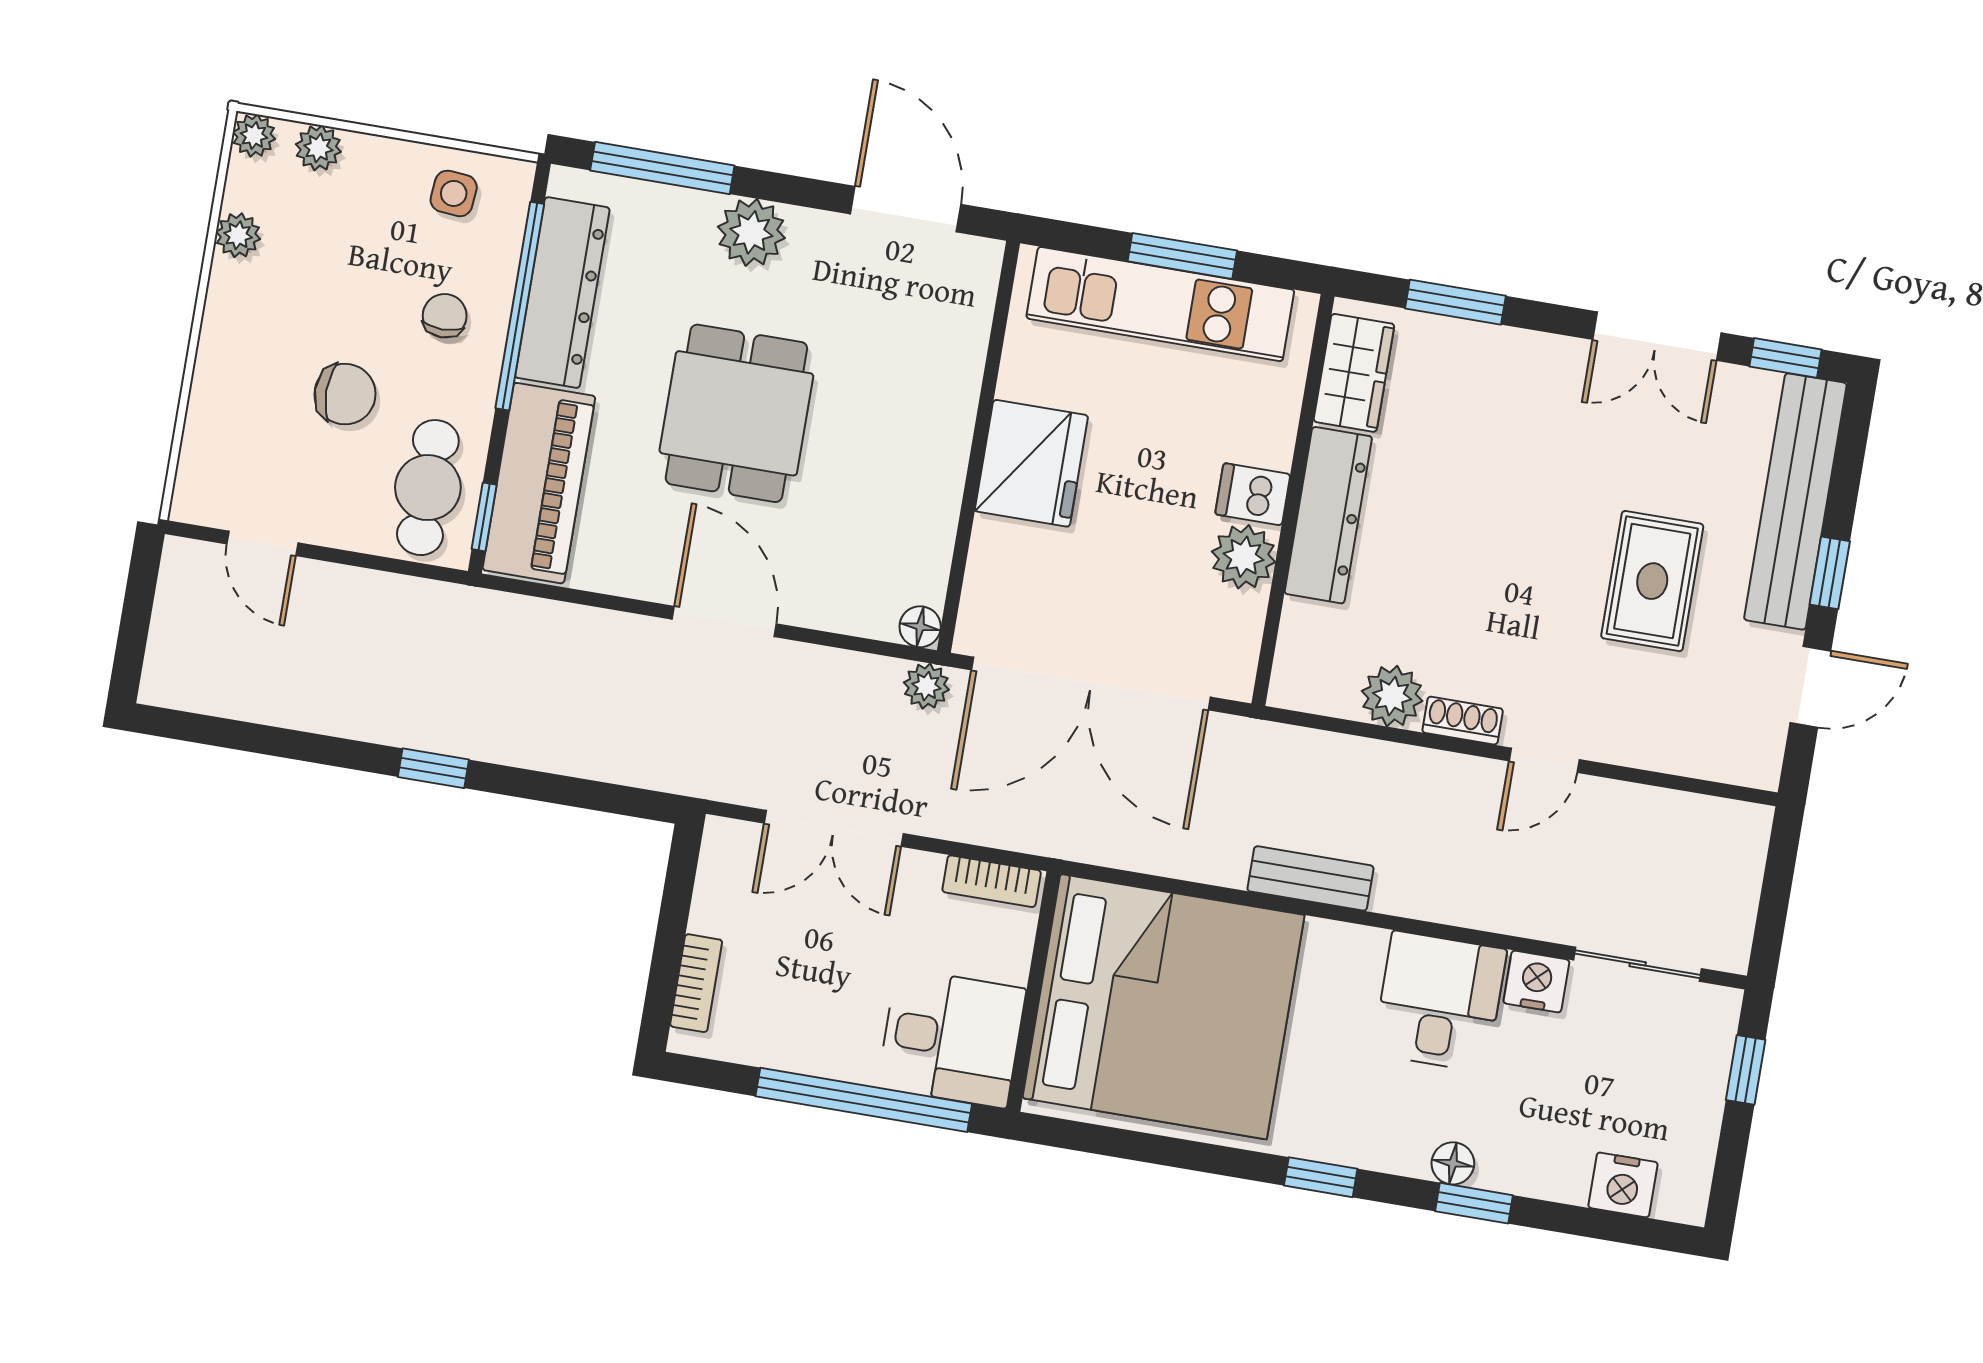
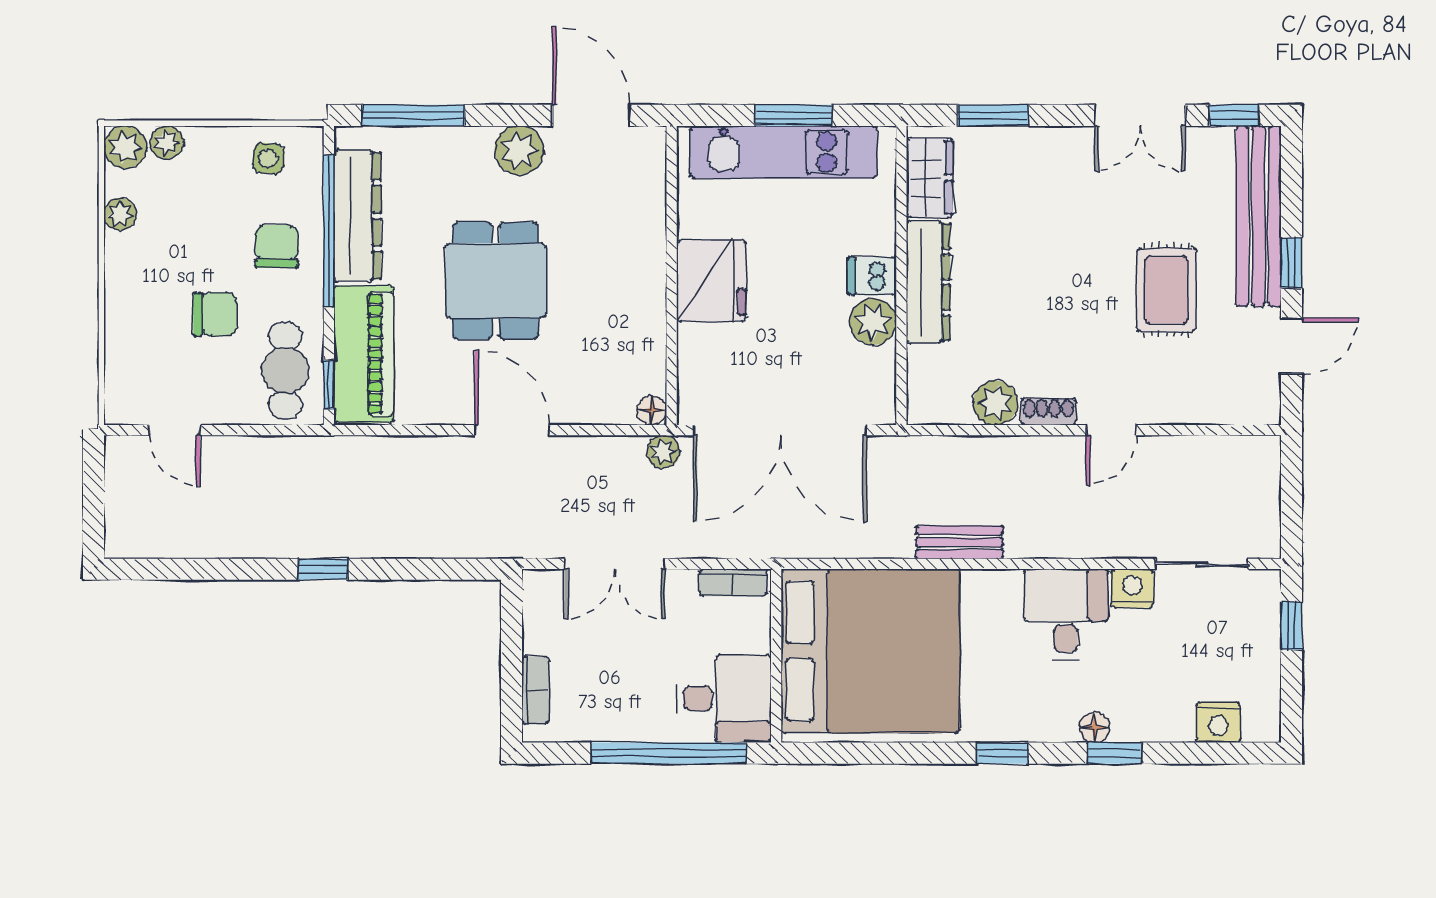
plant: (254, 136) -> (125, 147), width x1.38, depth x1.38
plant: (751, 232) -> (519, 150), moved
chair: (445, 316) -> (277, 246), width x1.37, depth x1.37

